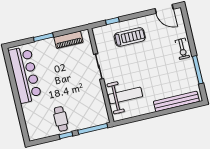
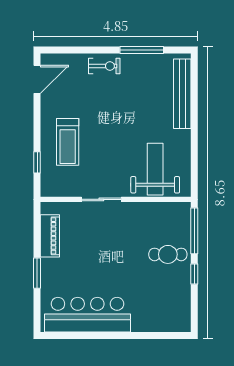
treadmill: (130, 37) -> (68, 142), turned 180
cafe table: (61, 119) -> (168, 254), moved

